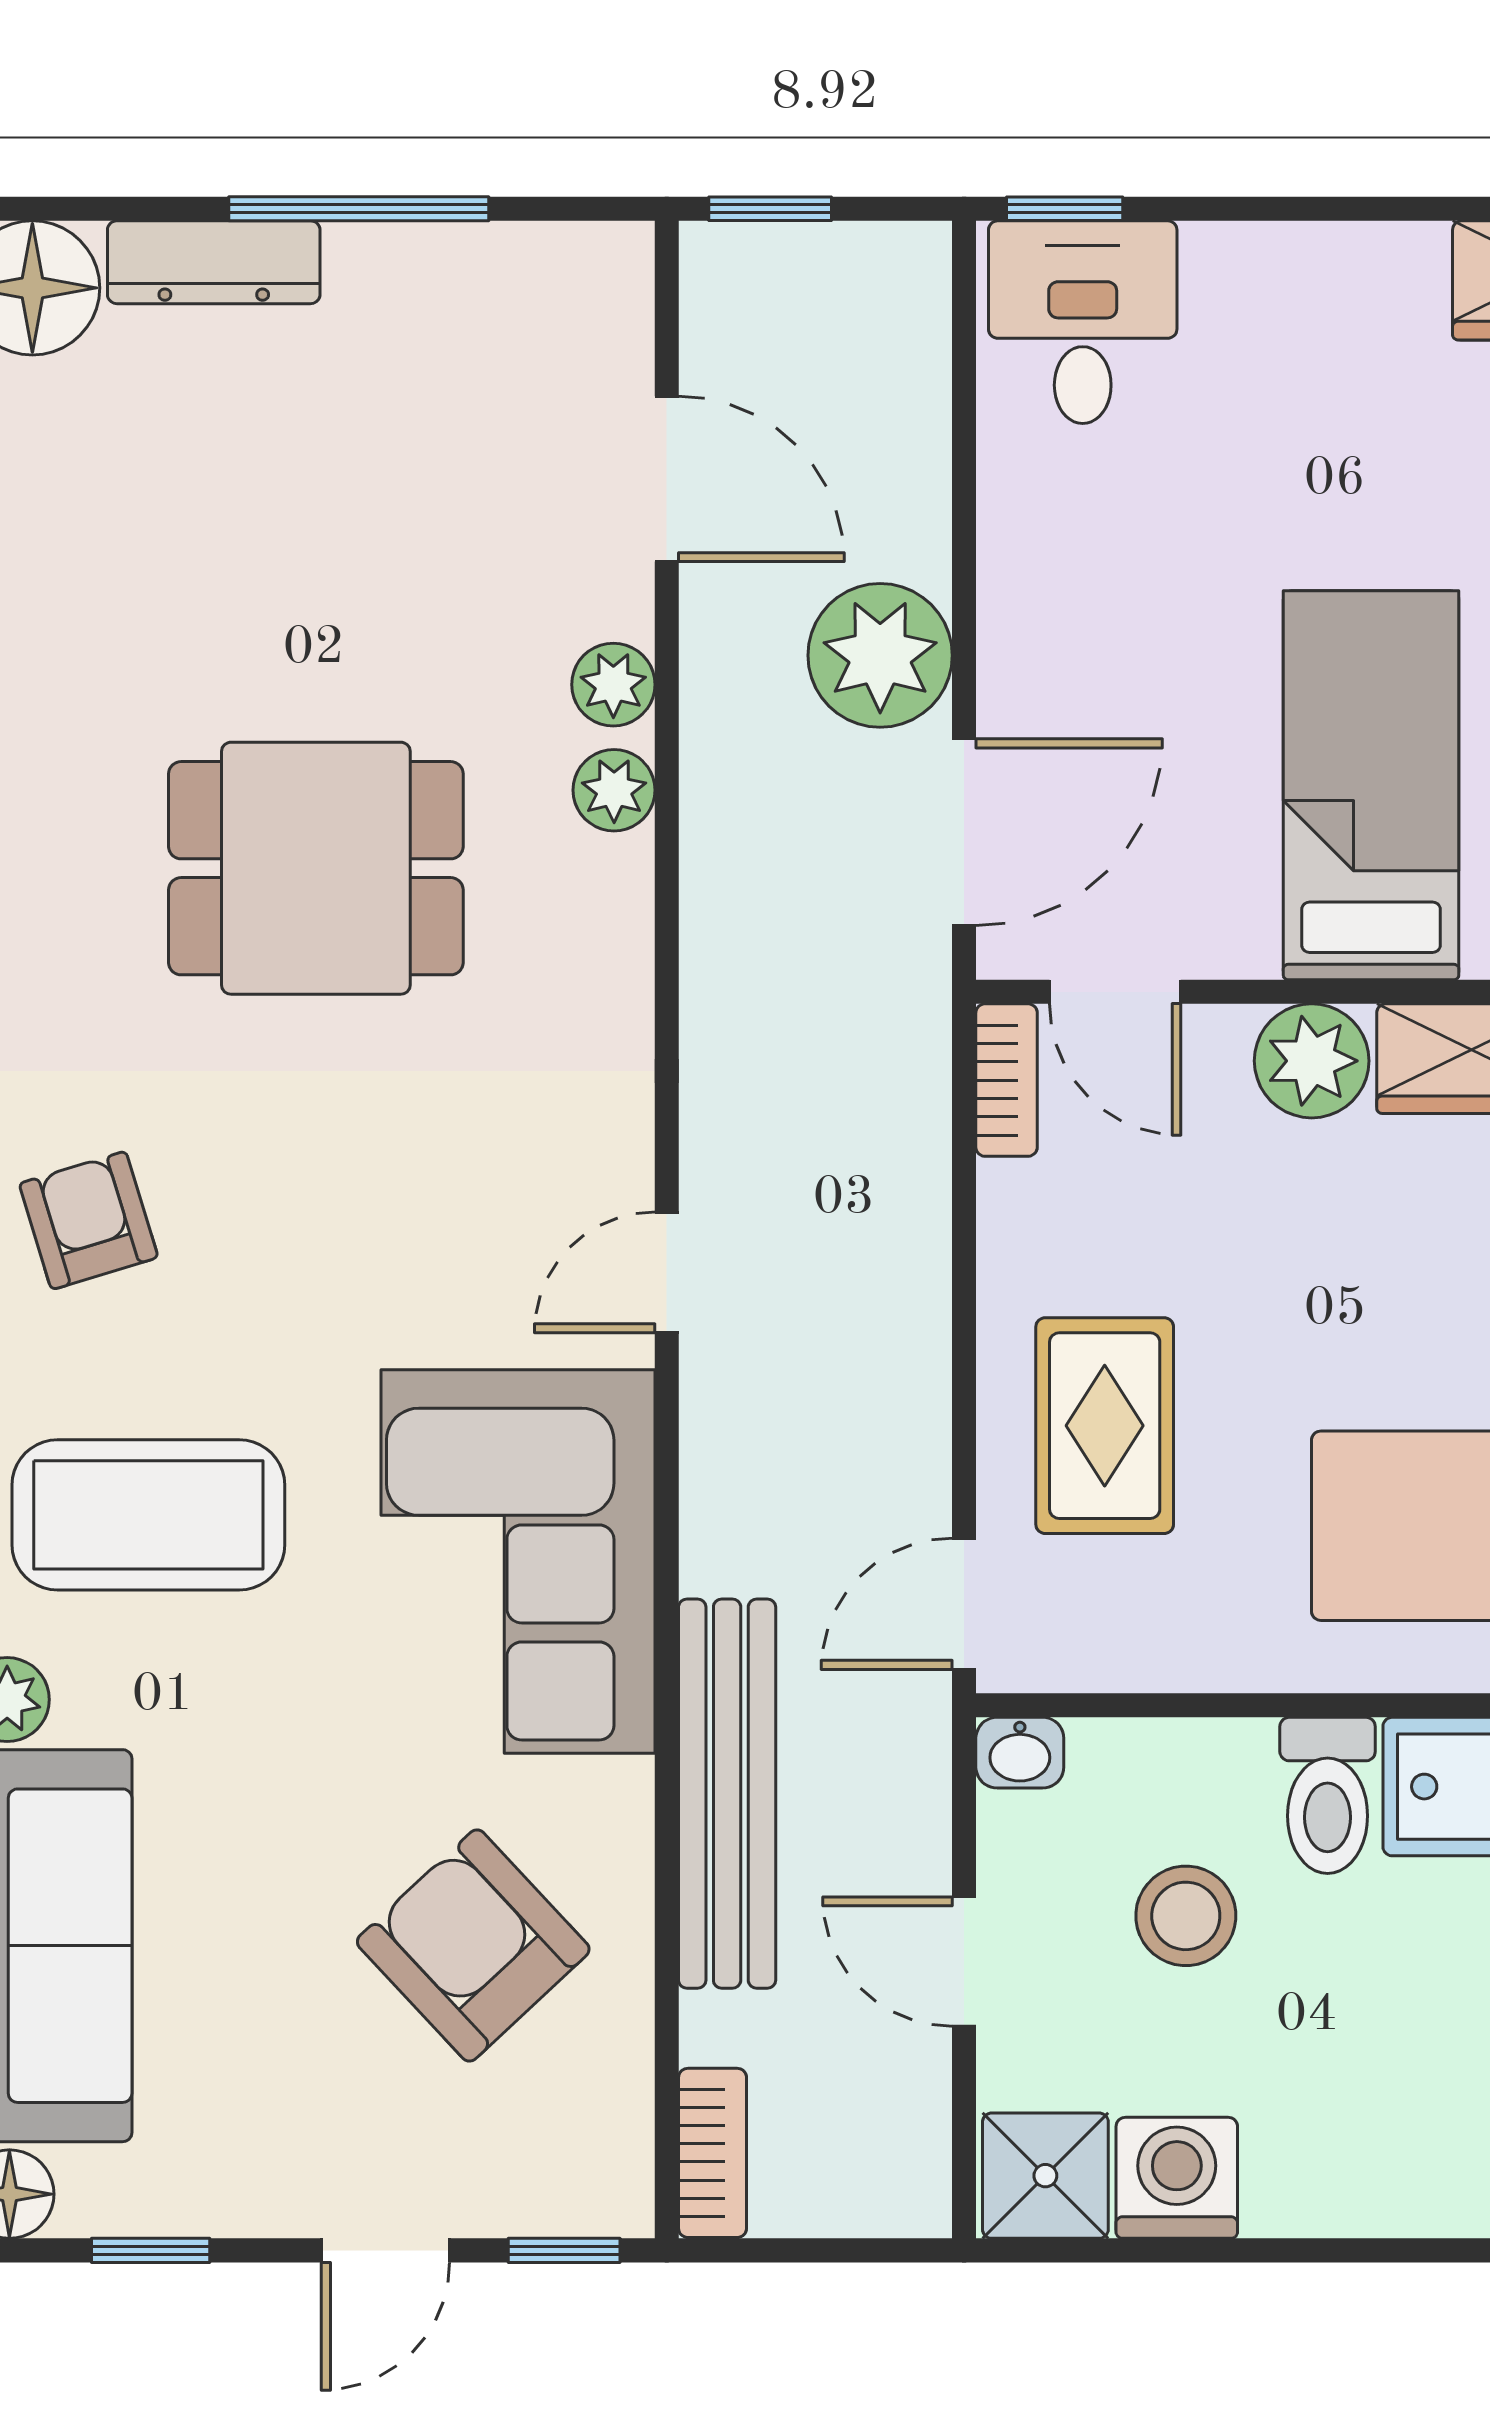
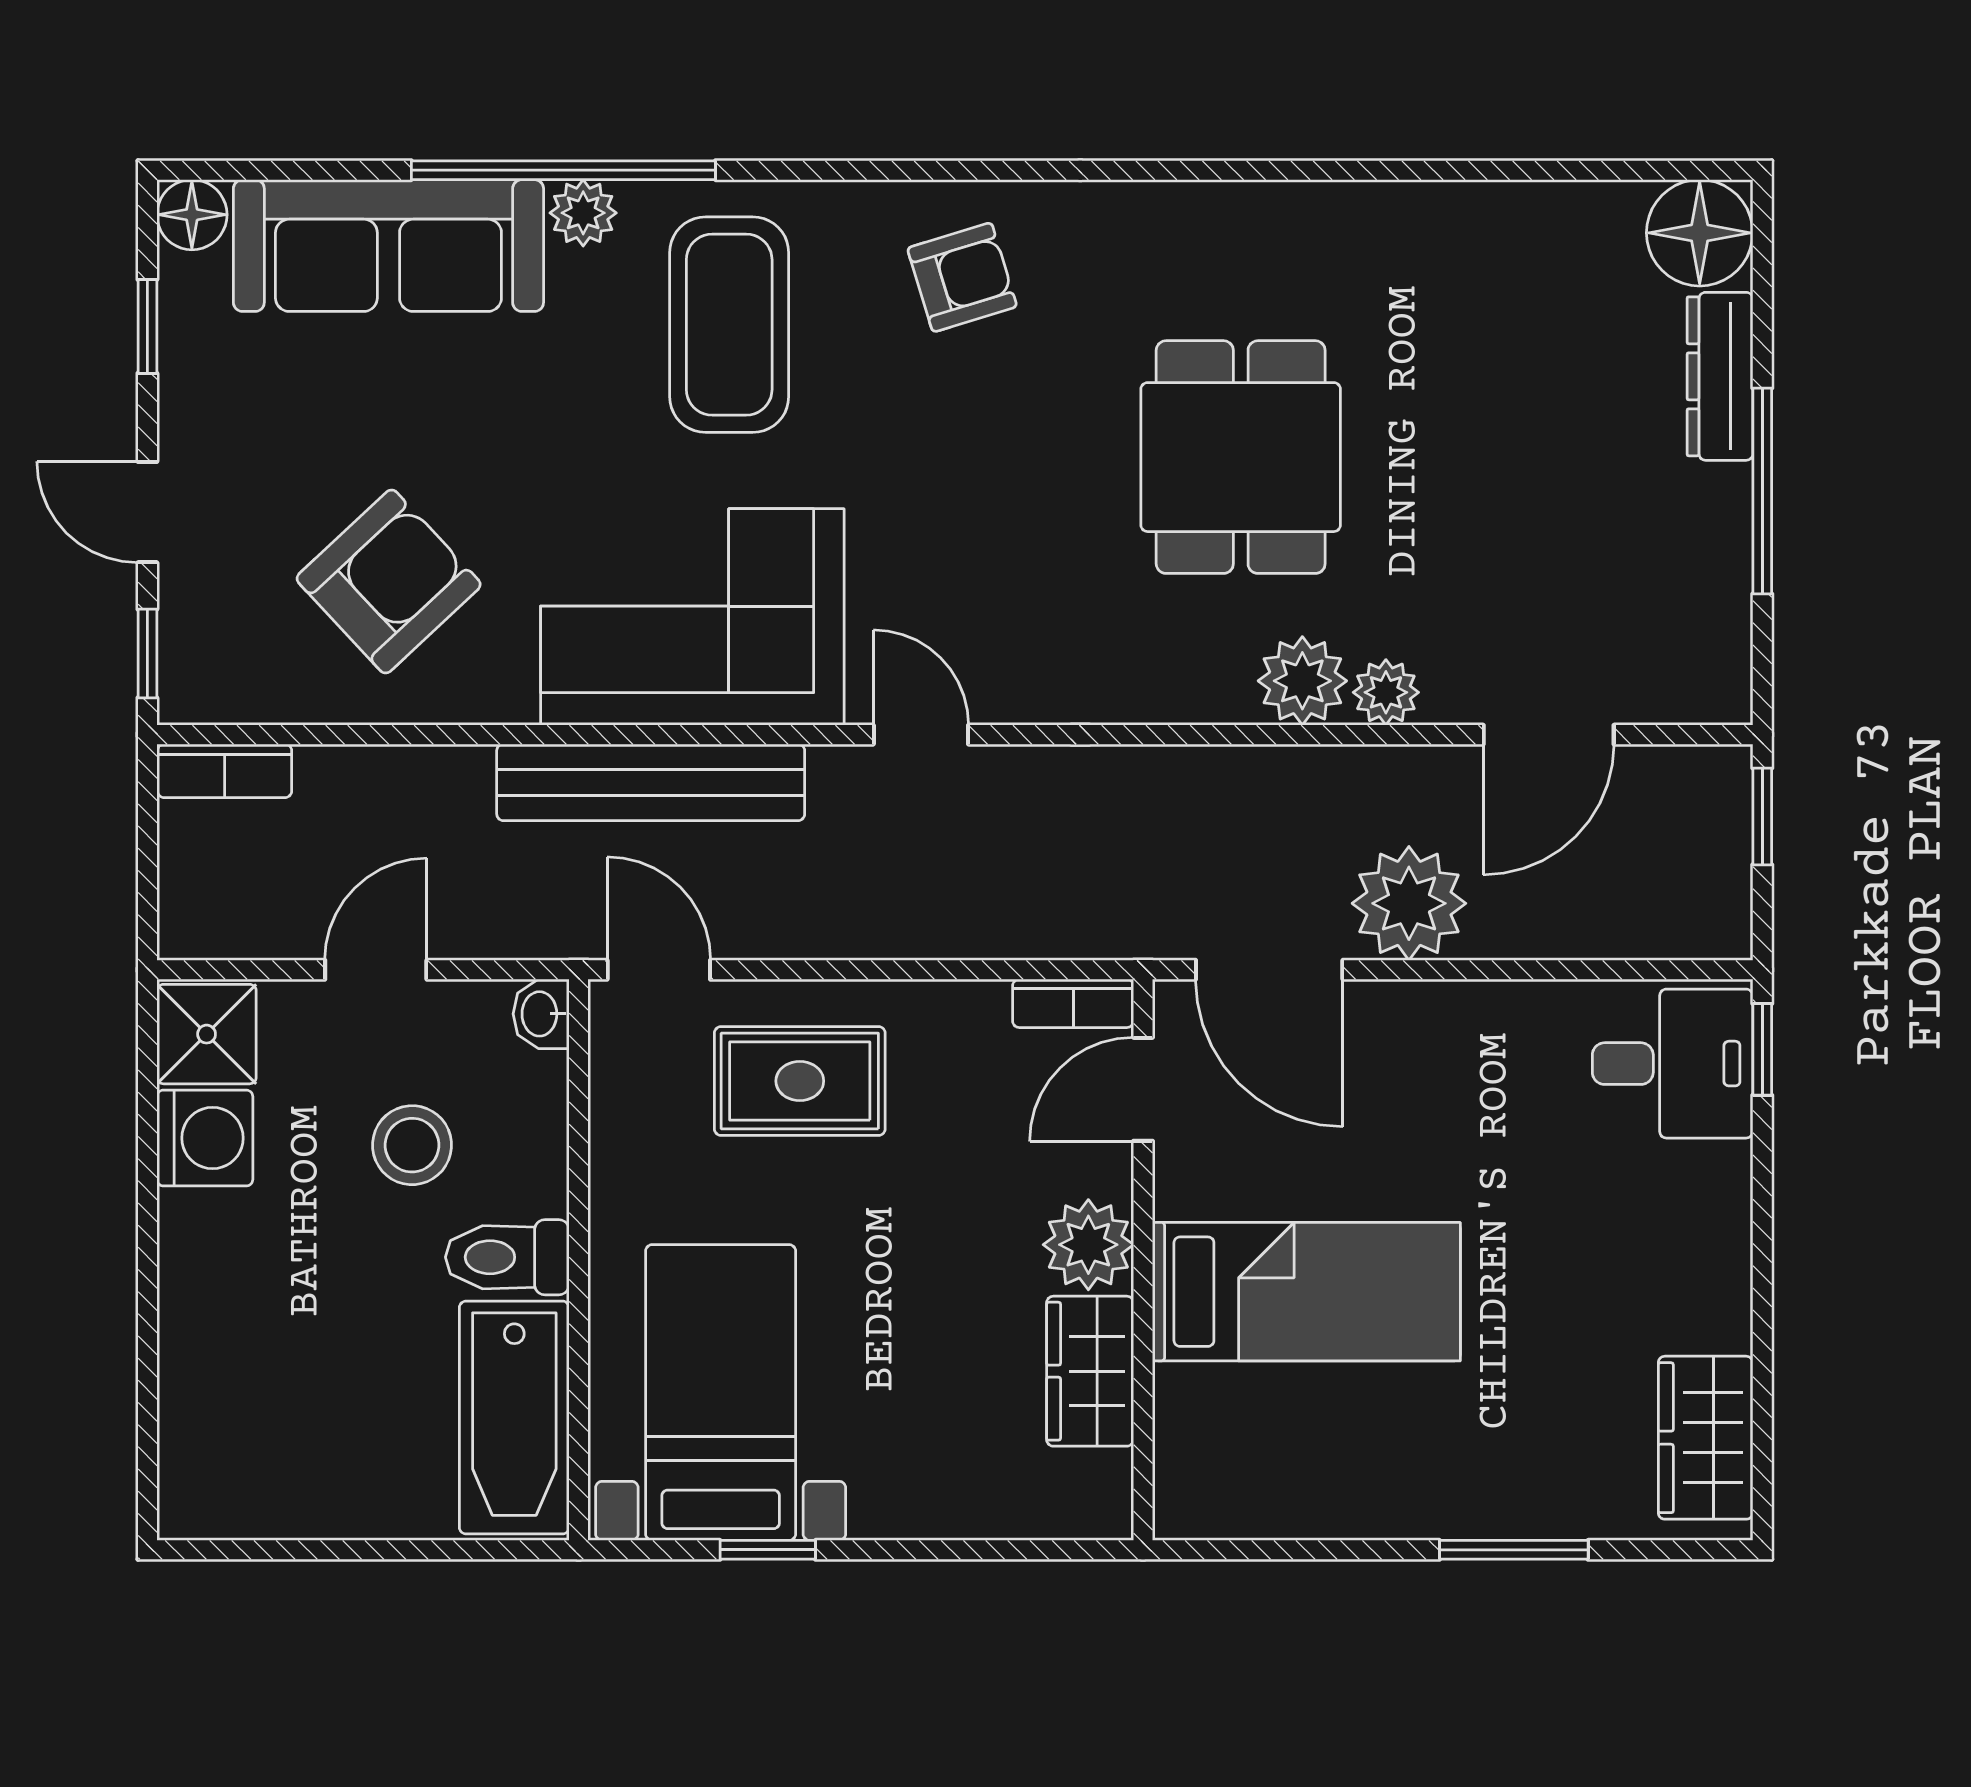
plant: (614, 790) -> (1302, 681), width x1.38, depth x1.38
bench: (727, 1794) -> (651, 782), moved

